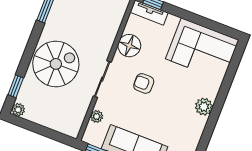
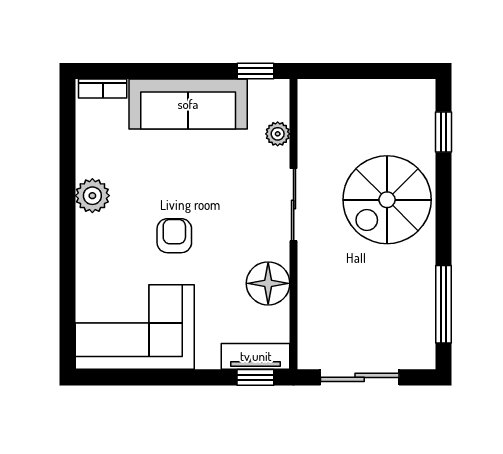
armchair: (144, 83) -> (174, 236), moved, turned -90
plant: (204, 107) -> (92, 196), moved
plant: (18, 110) -> (423, 92), removed

